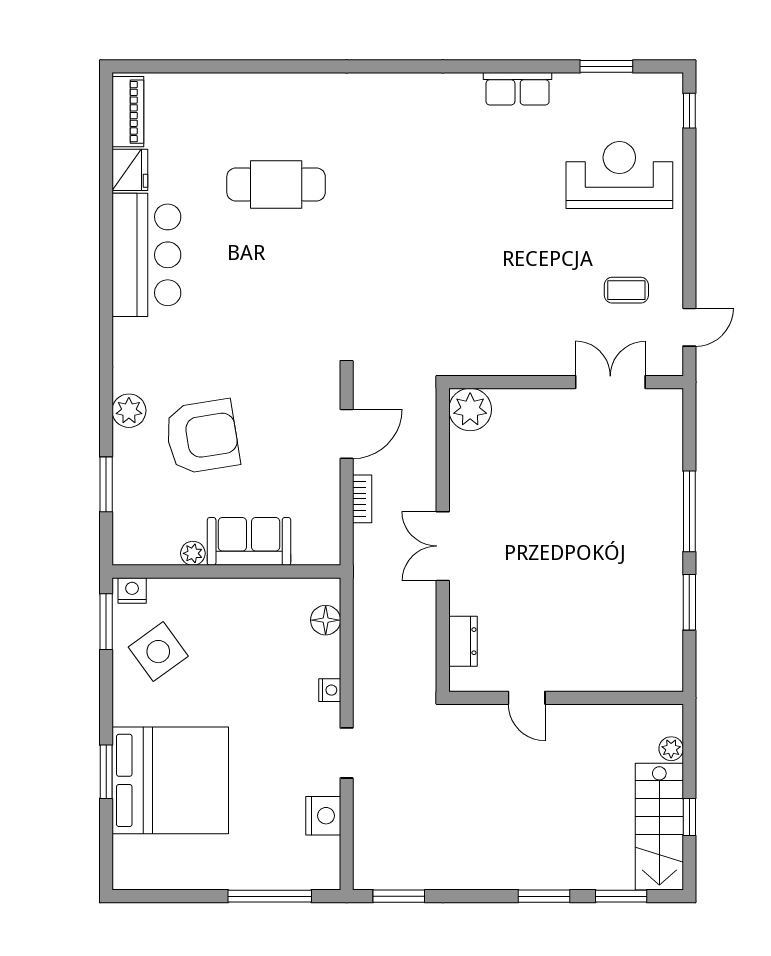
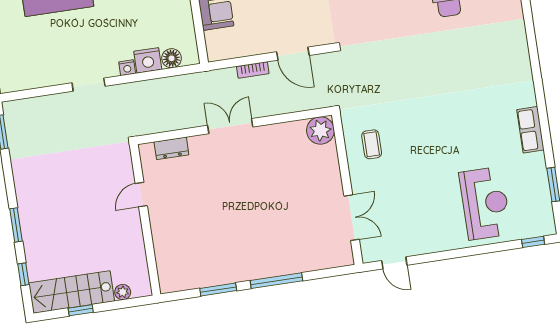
coffee table: (626, 290) -> (372, 144), moved
nightstand: (323, 816) -> (148, 60), moved
window: (621, 896) -> (23, 274), width x0.67

